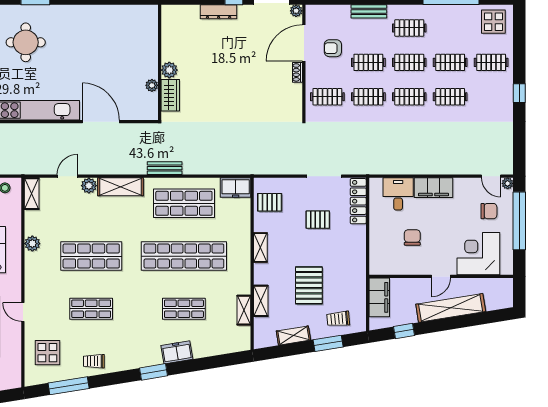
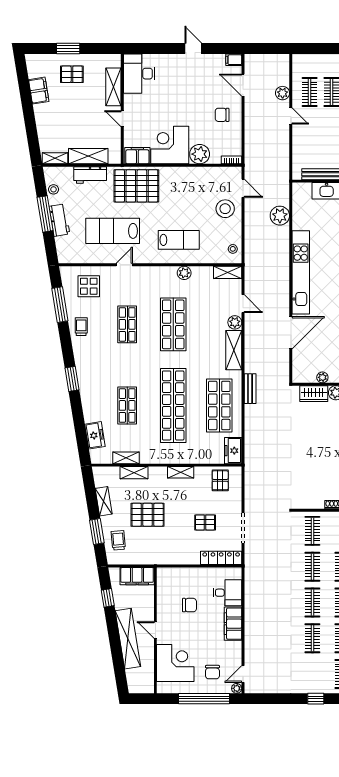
pallet: (318, 220) -> (205, 522), turned 90
freezer: (177, 352) -> (95, 435), moved

